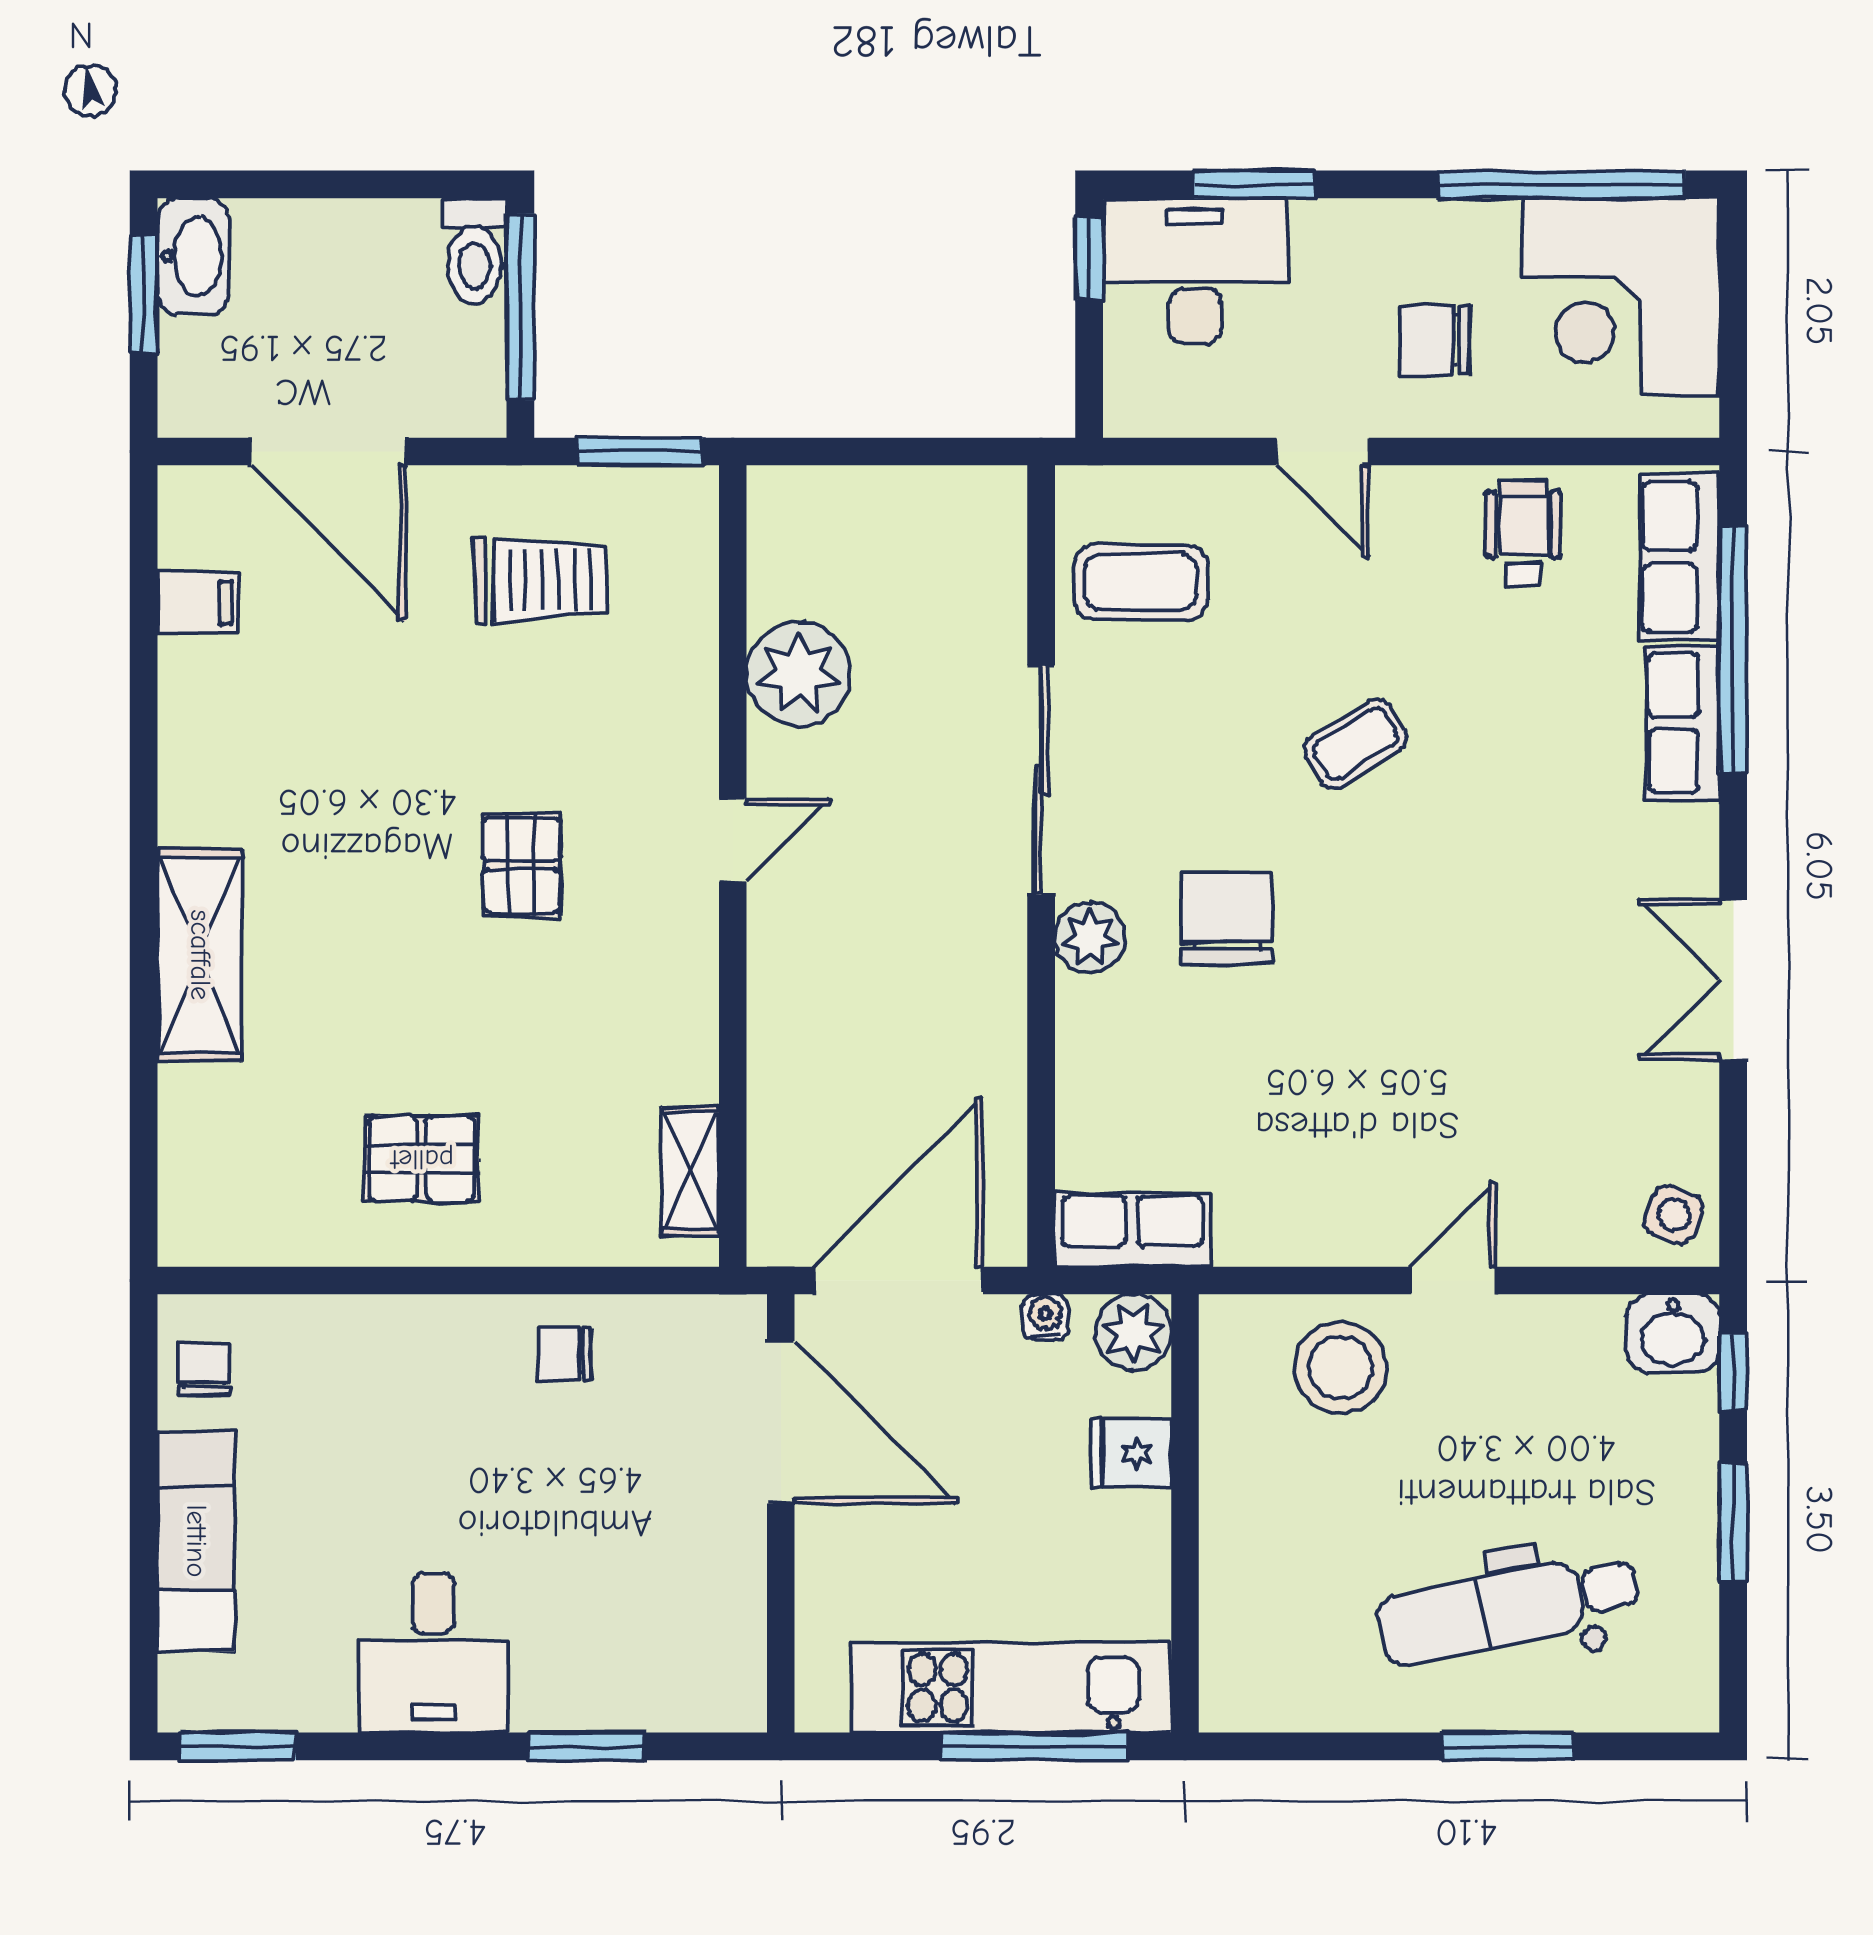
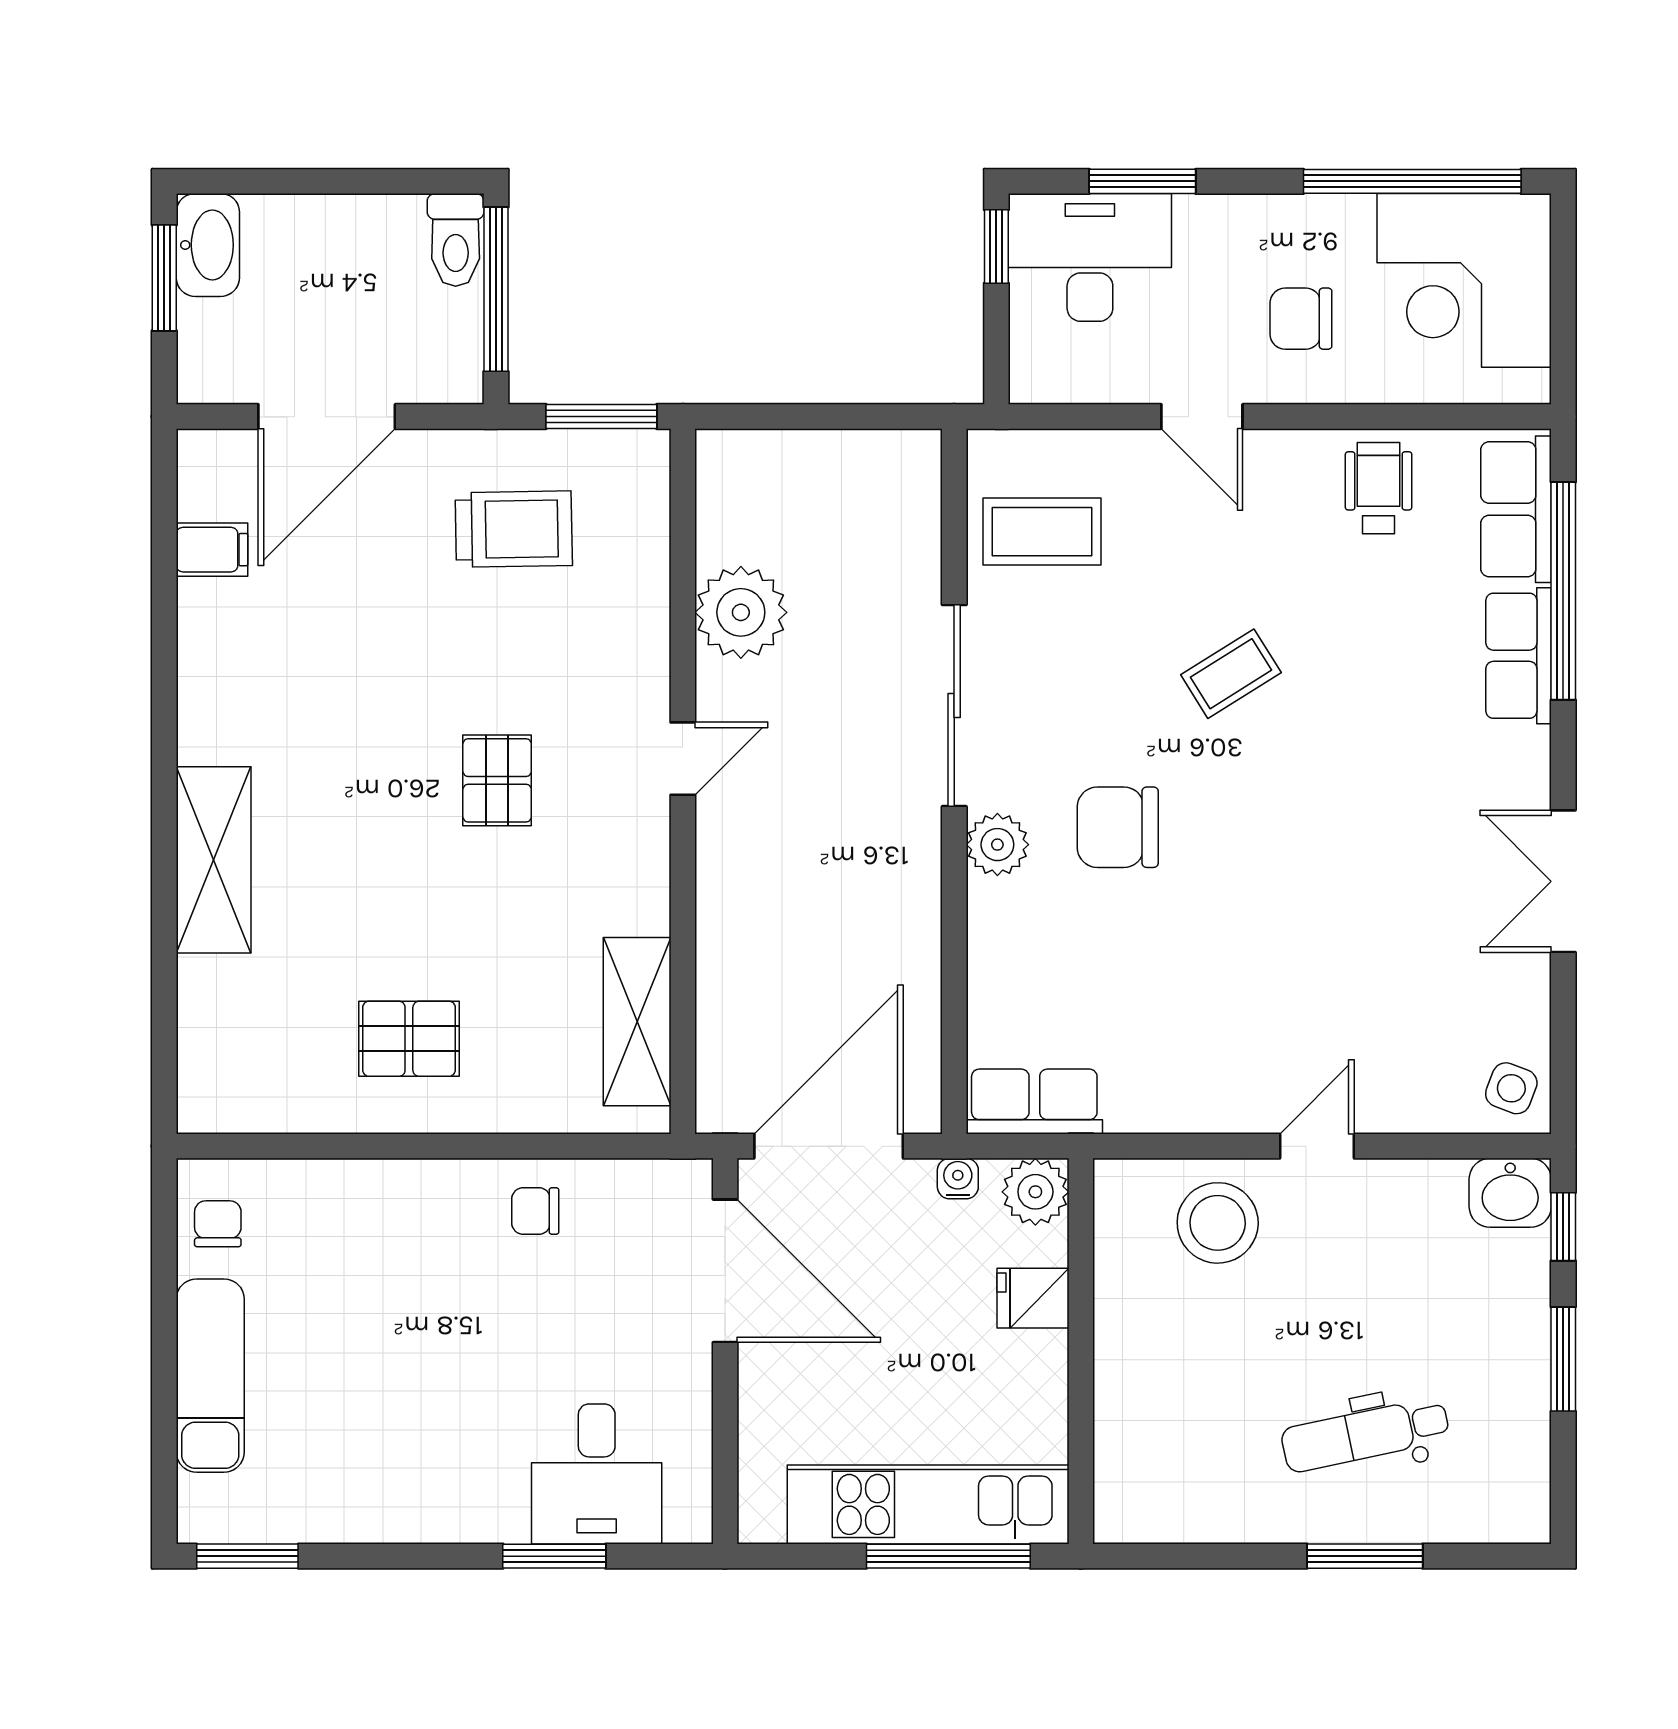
door: (328, 451) -> (327, 417), hinge flipped
chair: (1227, 918) -> (1118, 827), turned -90
shelving: (690, 1171) -> (637, 1022), width x1.50, depth x1.33
dental chair: (1508, 1608) -> (1365, 1435), width x0.73, depth x0.72
desk: (434, 1653) -> (597, 1474), moved

